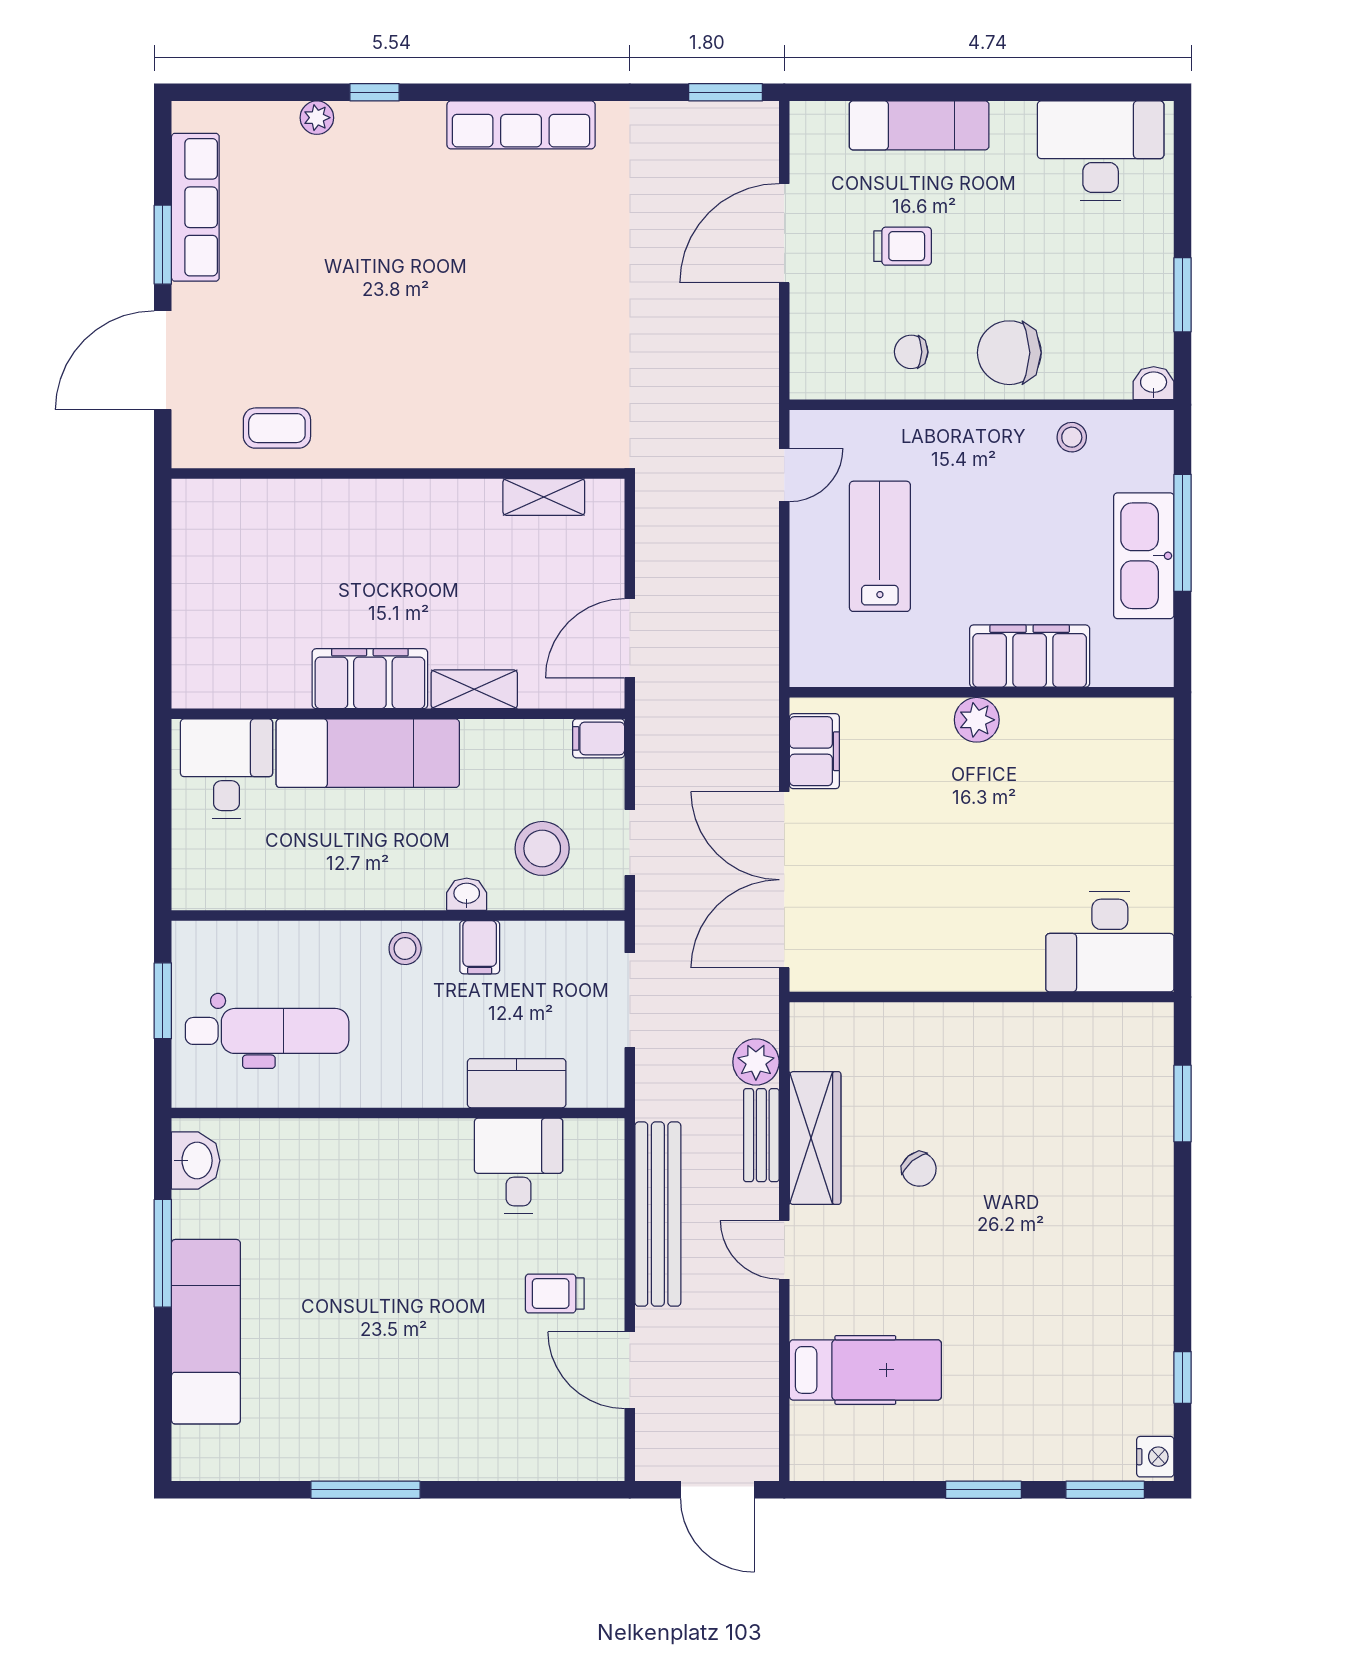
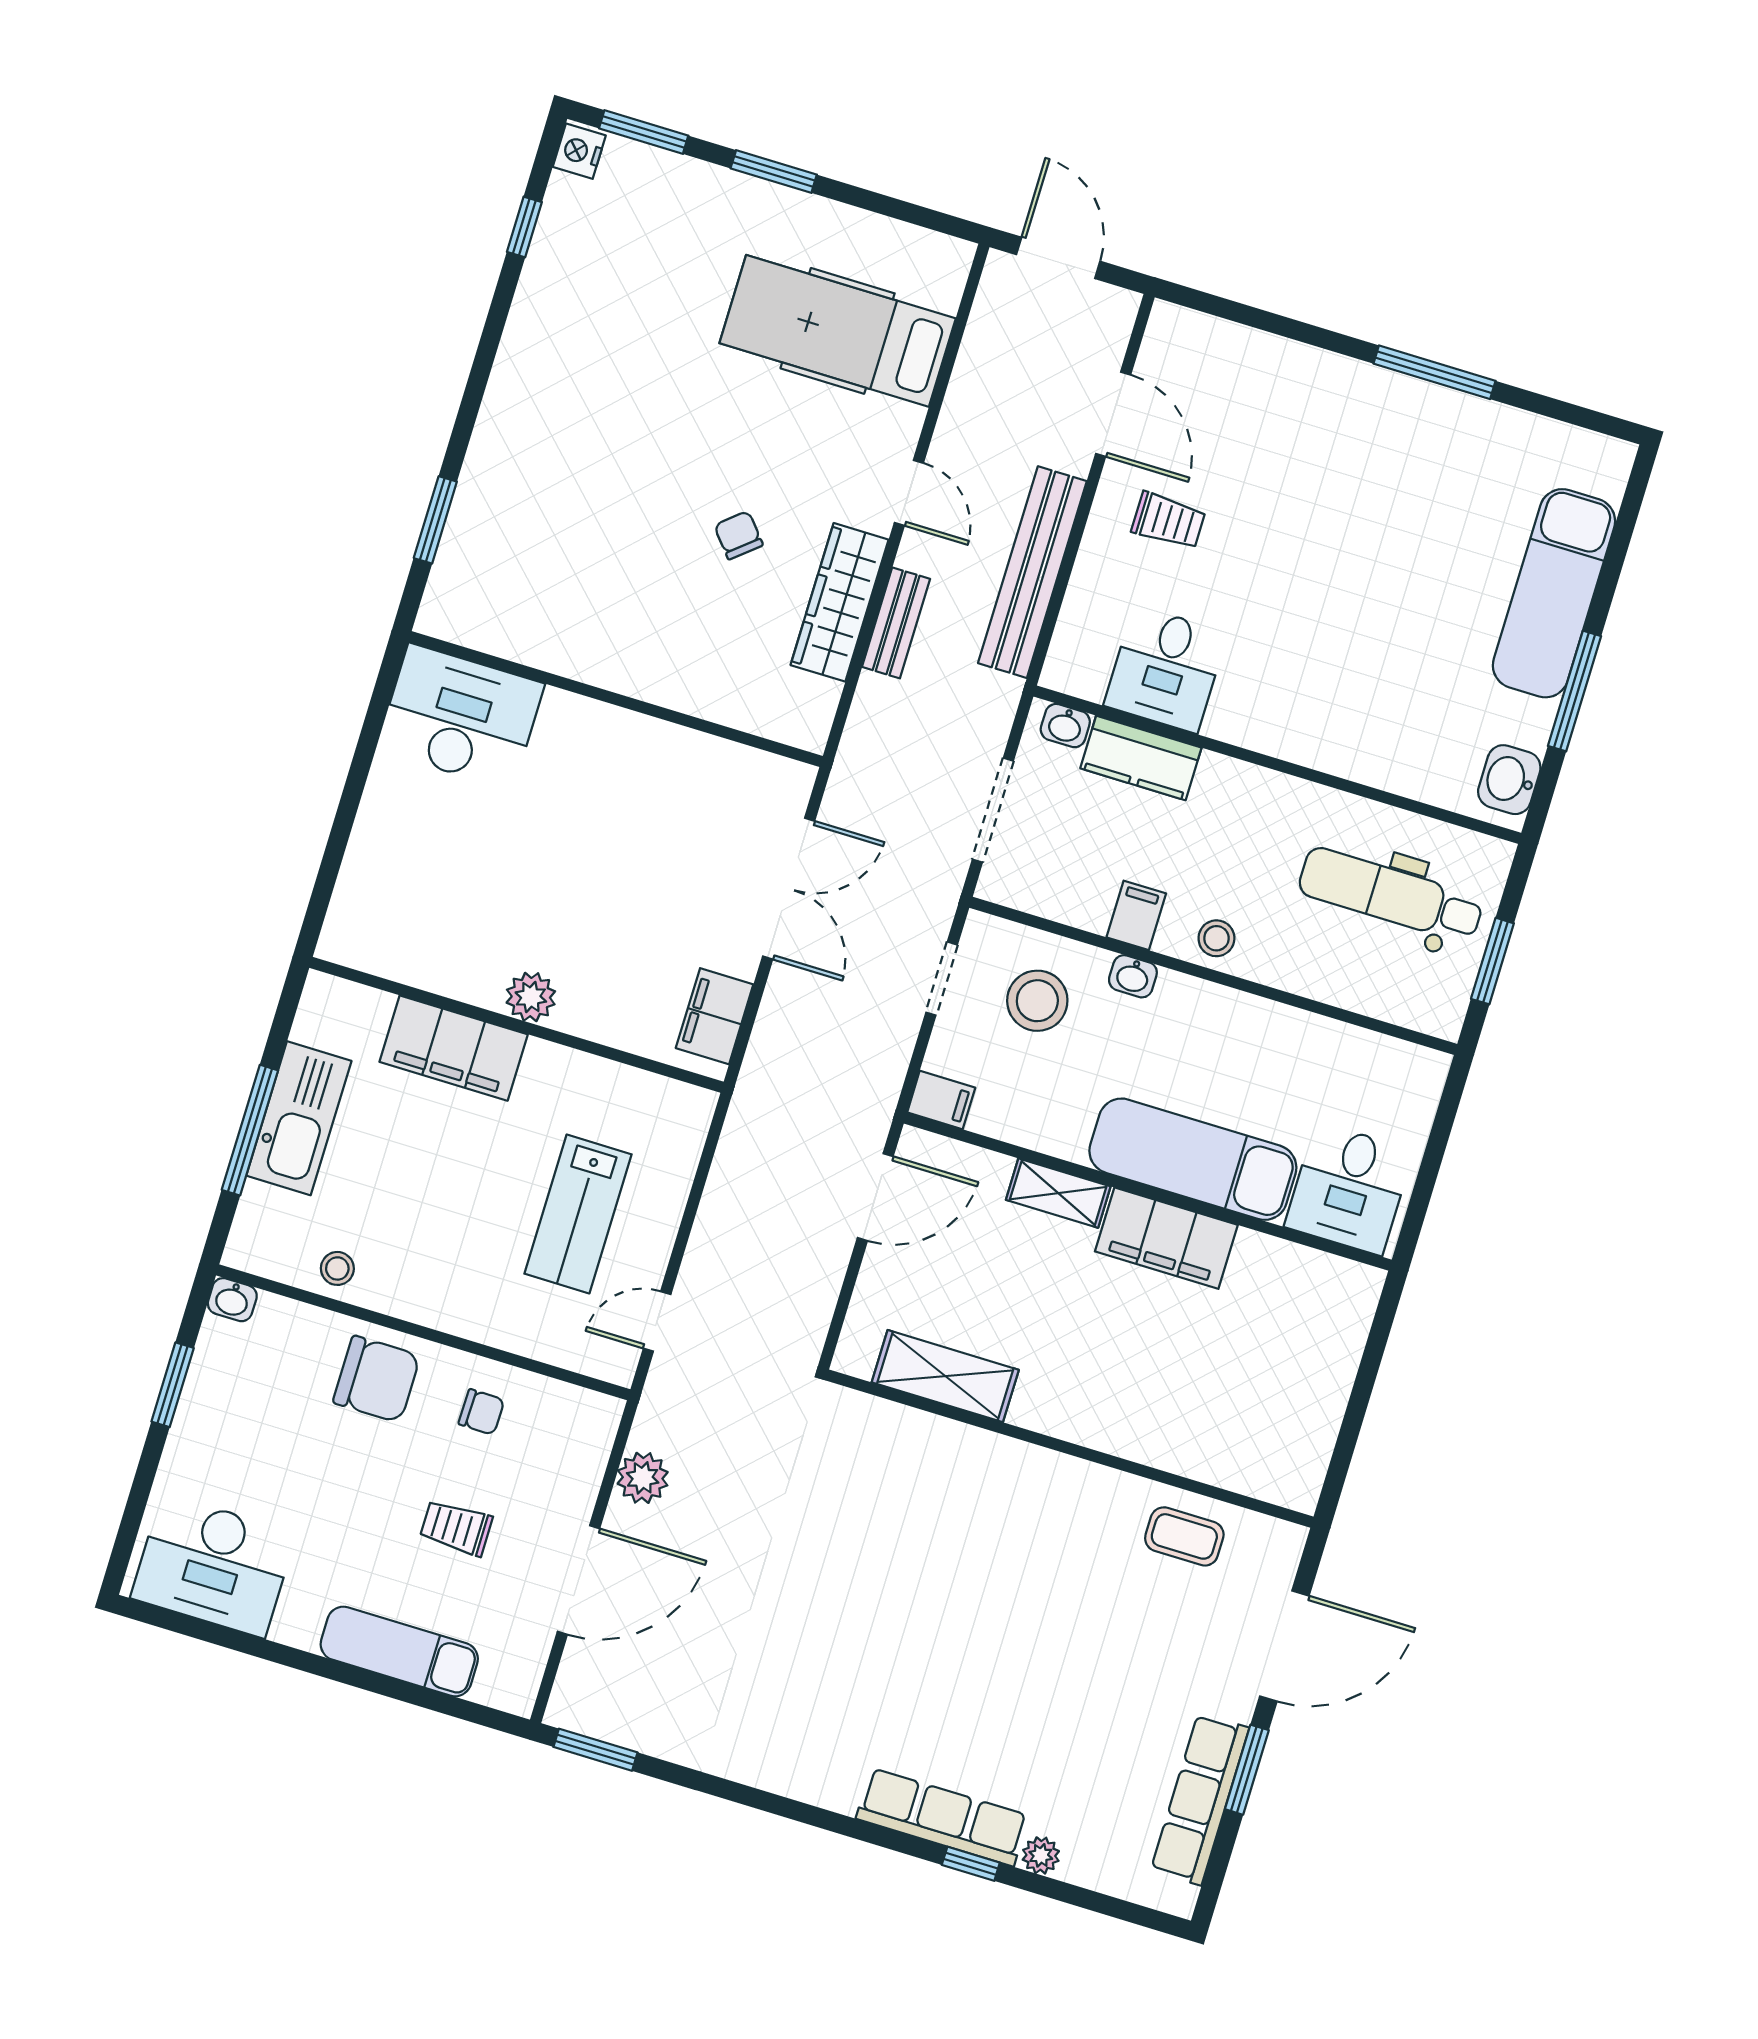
row of seats: (521, 125) -> (942, 1817), moved
shelving: (544, 497) -> (945, 1376), width x1.50, depth x1.33
double door: (784, 880) -> (789, 889), width x0.73
plant: (756, 1062) -> (643, 1478), moved
washbasin: (590, 1091) -> (1065, 726), added
hospital bed: (865, 1370) -> (838, 331), width x1.37, depth x1.29

